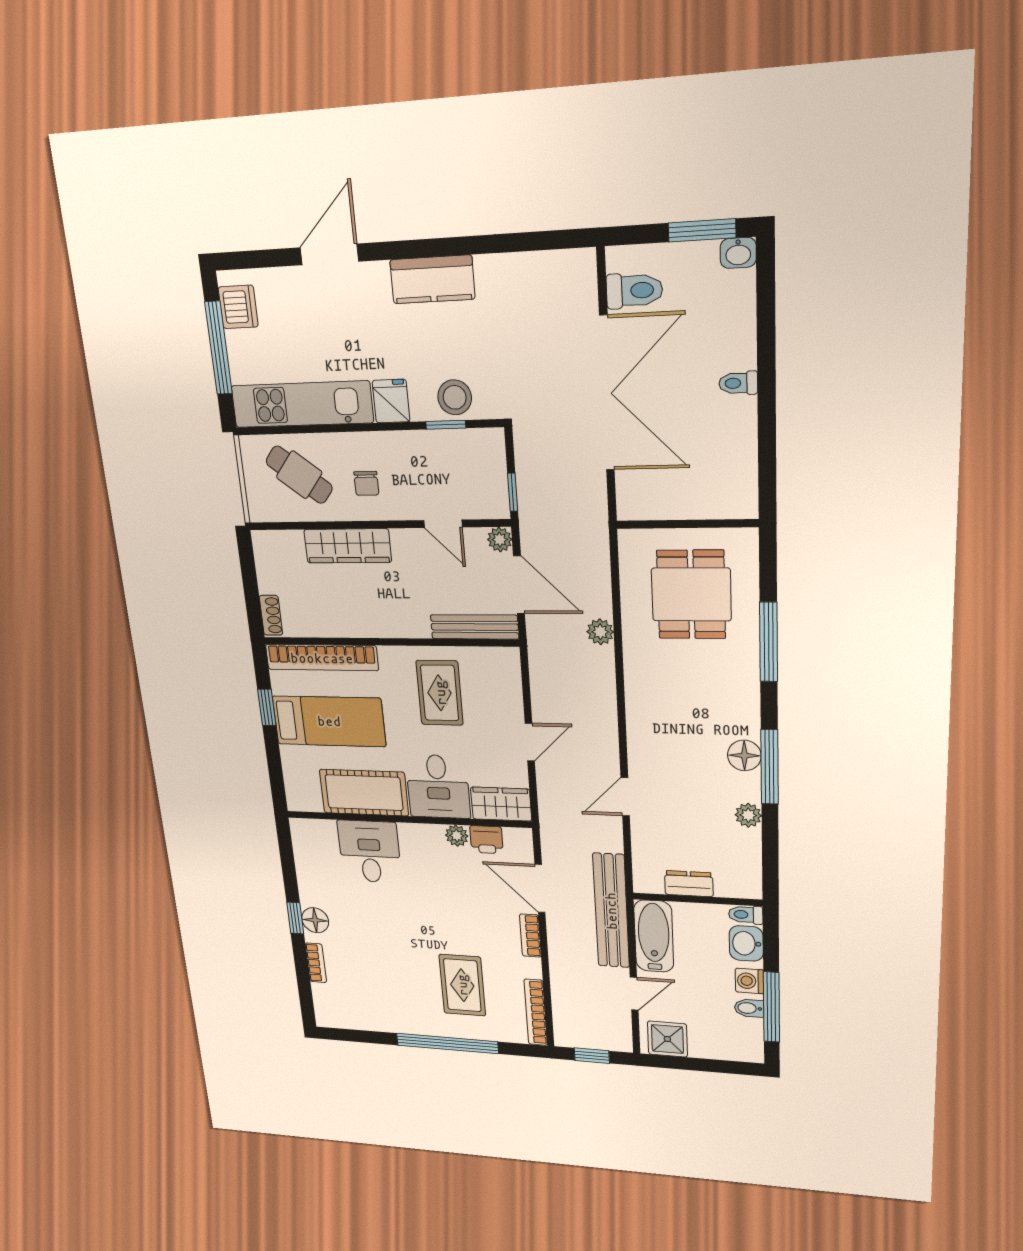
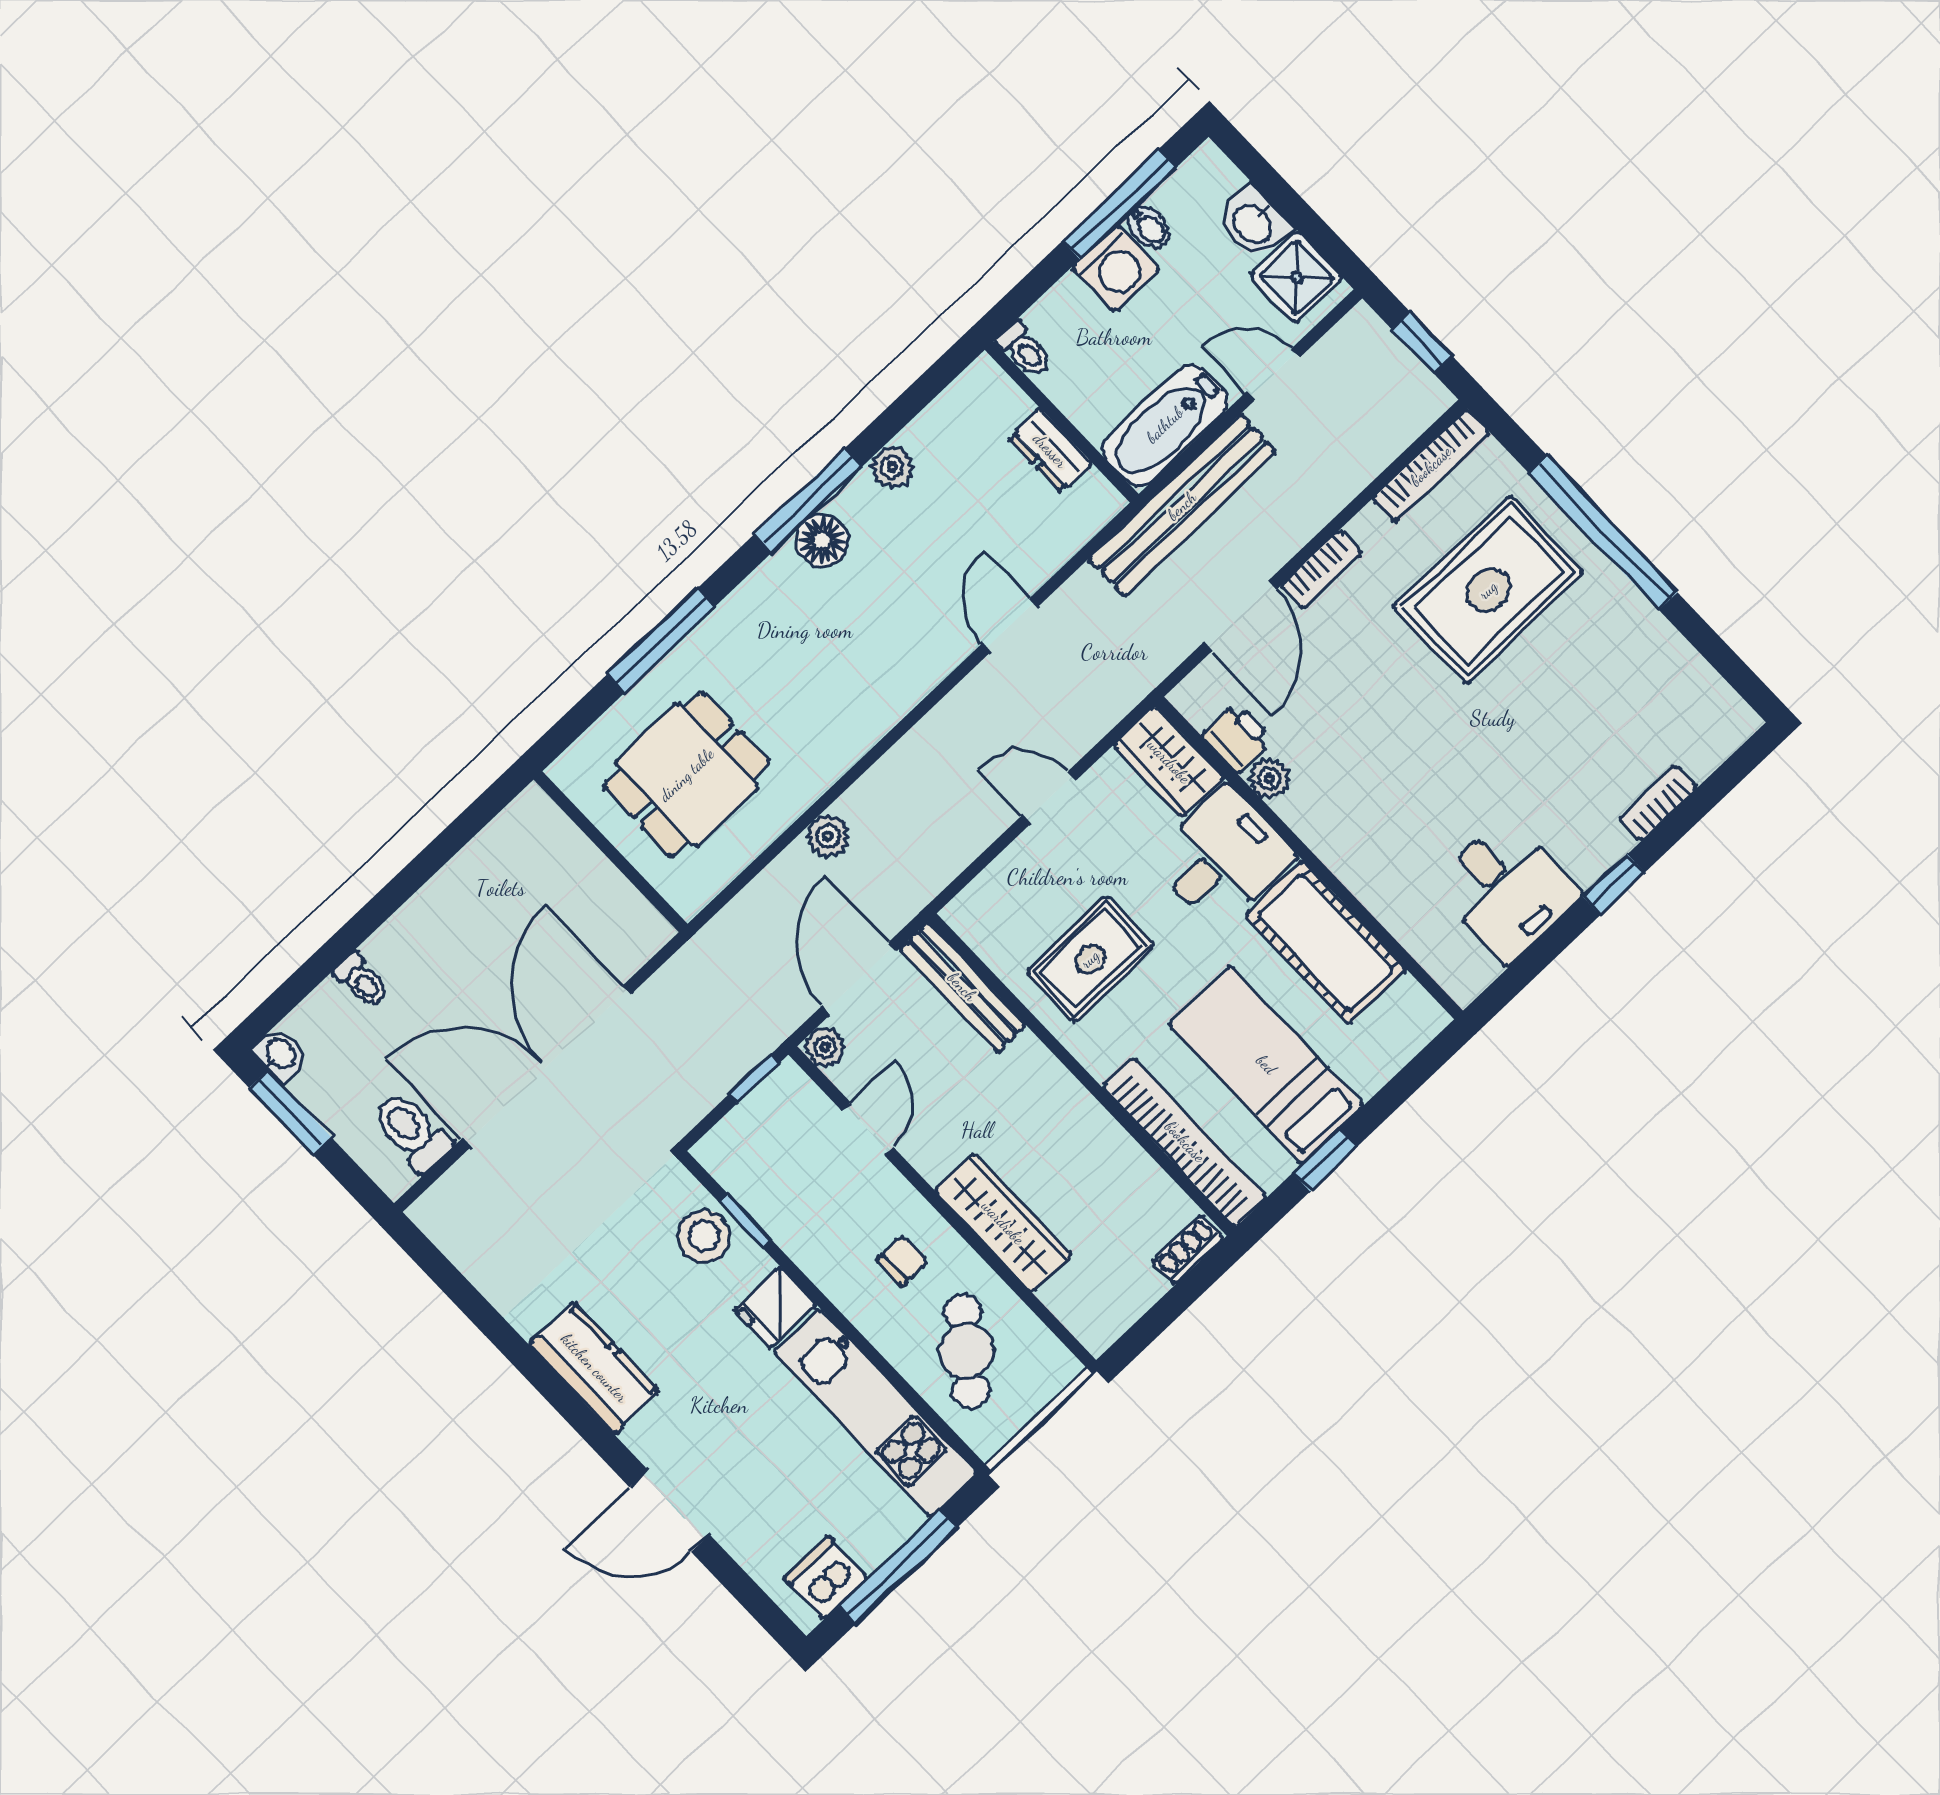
toilet: (738, 383) -> (361, 981), moved
door: (625, 797) -> (1010, 625), swing flipped
desk: (370, 852) -> (1507, 889), moved, turned -90
floor lamp: (315, 920) -> (1589, 856), removed
washbasin: (746, 943) -> (1253, 223), moved, turned 90
washing machine: (749, 981) -> (1116, 268), width x1.38, depth x1.38
rug: (462, 985) -> (1488, 590), width x1.36, depth x1.43

